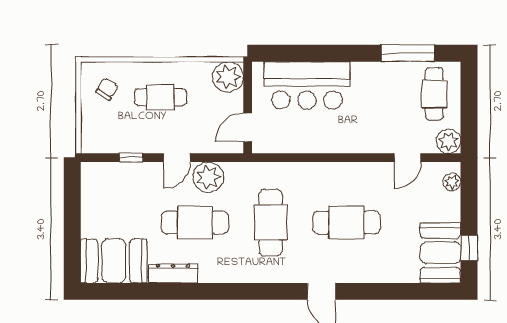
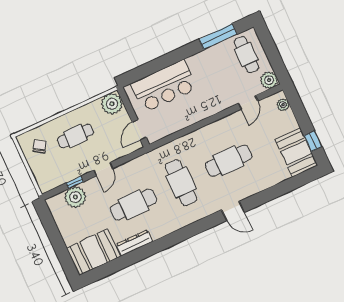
plant: (208, 177) -> (75, 197), moved

